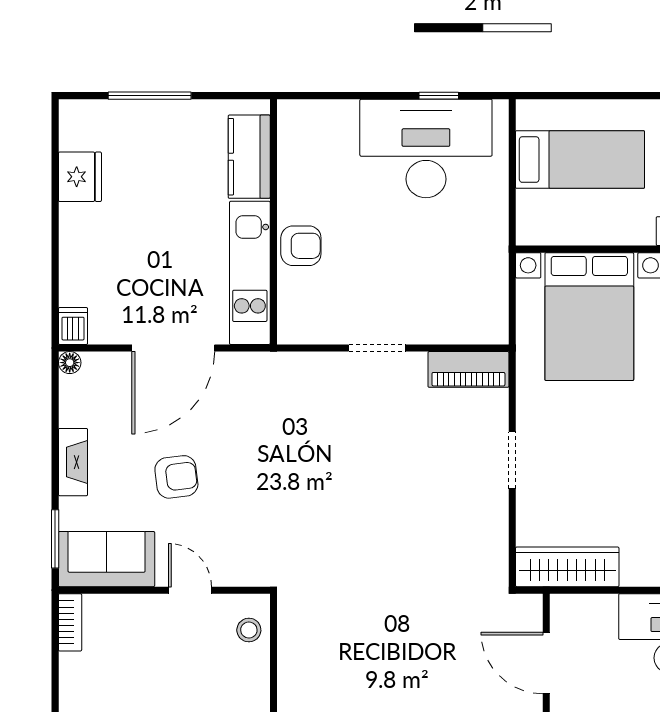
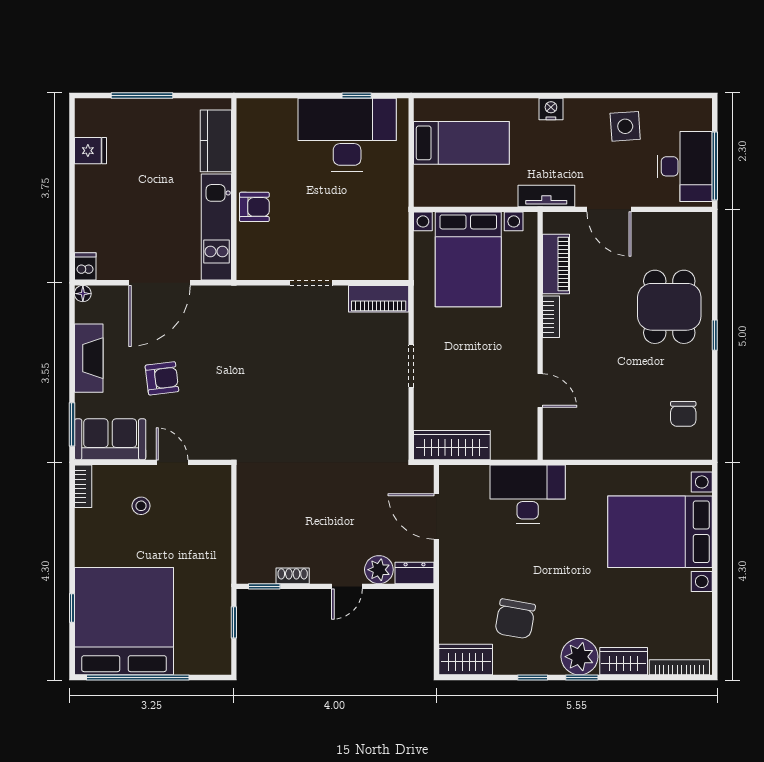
fridge: (80, 177) -> (90, 151), width x0.72
fireplace: (73, 462) -> (89, 358), width x1.37, depth x1.32
stool: (249, 630) -> (141, 506), moved

